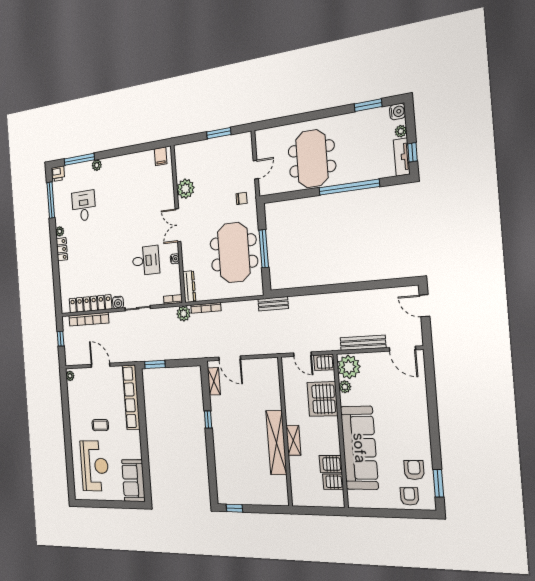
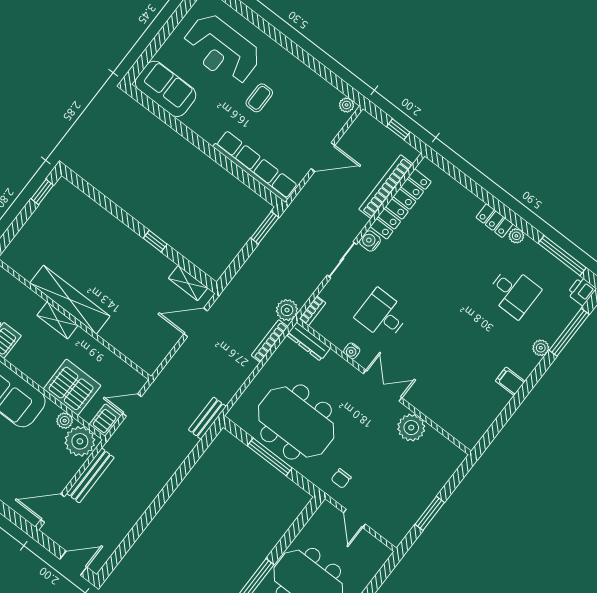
filing cabinet: (161, 156) -> (510, 381), moved
desk: (146, 261) -> (382, 315), turned 90

